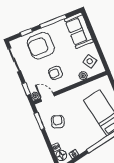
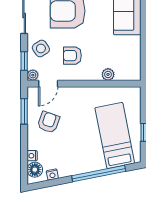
side table: (90, 61) -> (41, 48), moved
door: (47, 97) -> (48, 84), swing flipped

